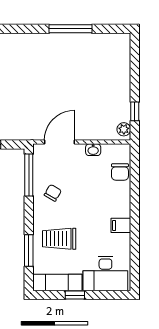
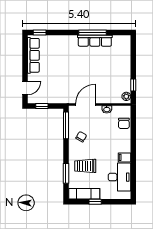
row of seats: (74, 42) -> (95, 41), added
desk: (105, 273) -> (119, 177), moved, turned -90

